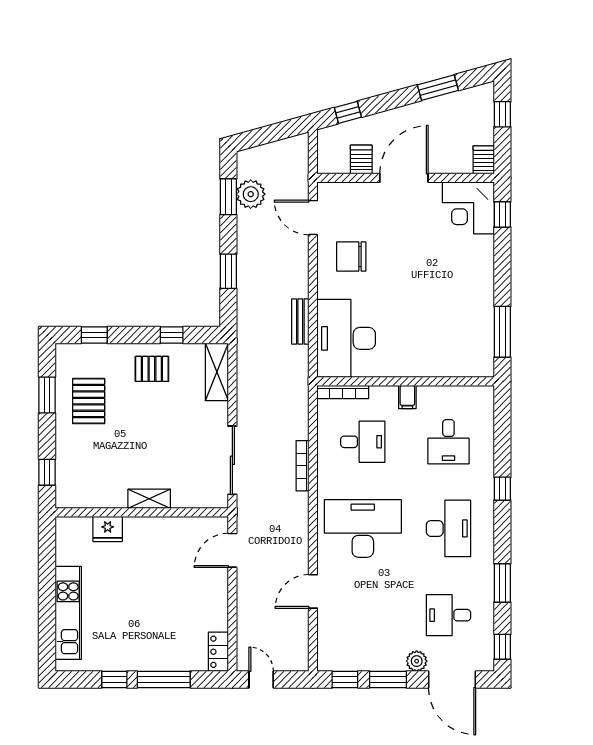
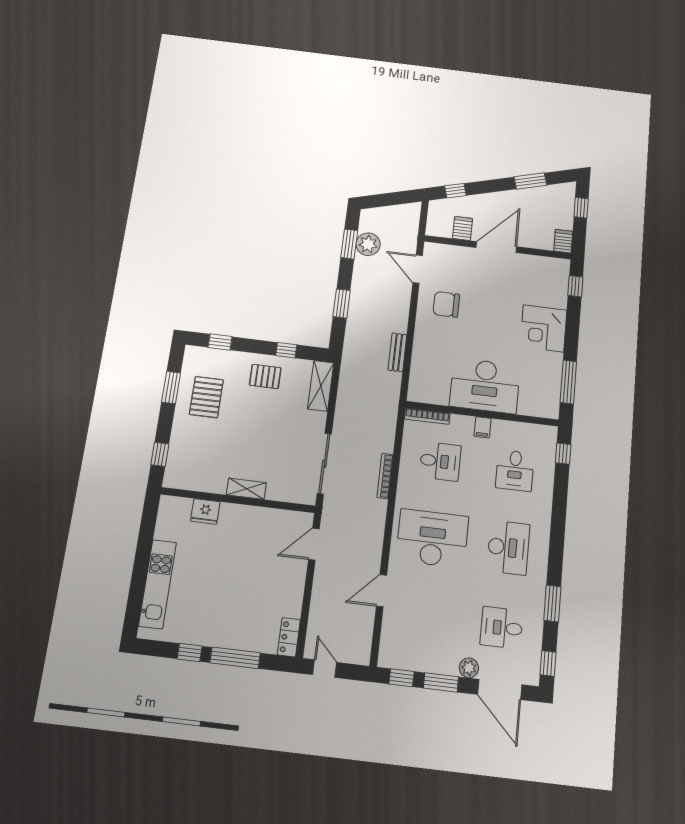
corner desk: (468, 208) -> (543, 328), moved
desk: (346, 338) -> (485, 386), moved, turned -90
window: (502, 489) -> (563, 454), moved

